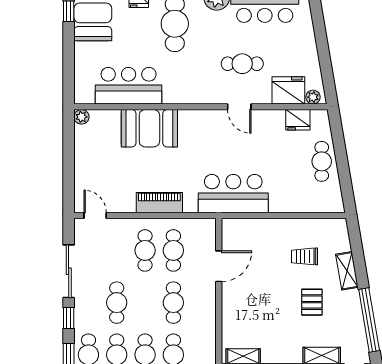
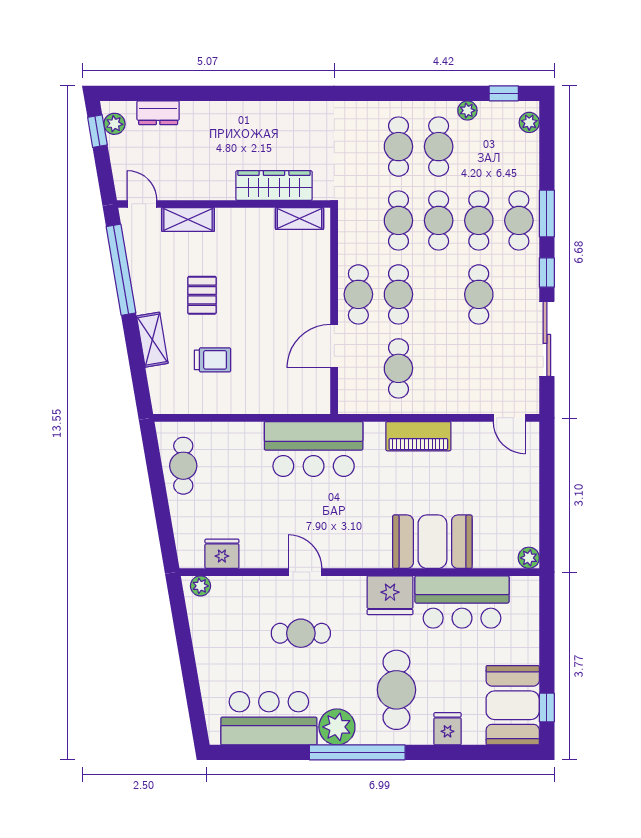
fridge: (288, 90) -> (390, 595), moved
cafe table: (322, 161) -> (183, 466), moved
cafe table: (145, 250) -> (358, 294), moved

